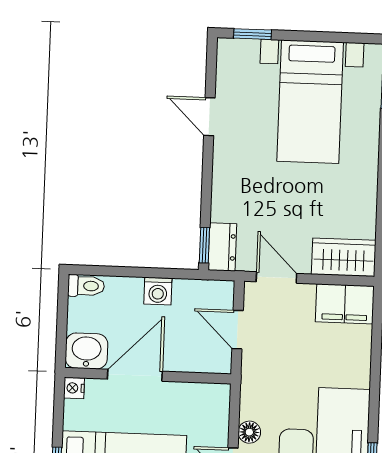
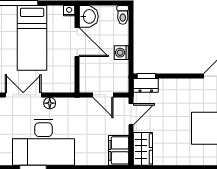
door: (238, 330) -> (103, 95), swing flipped

